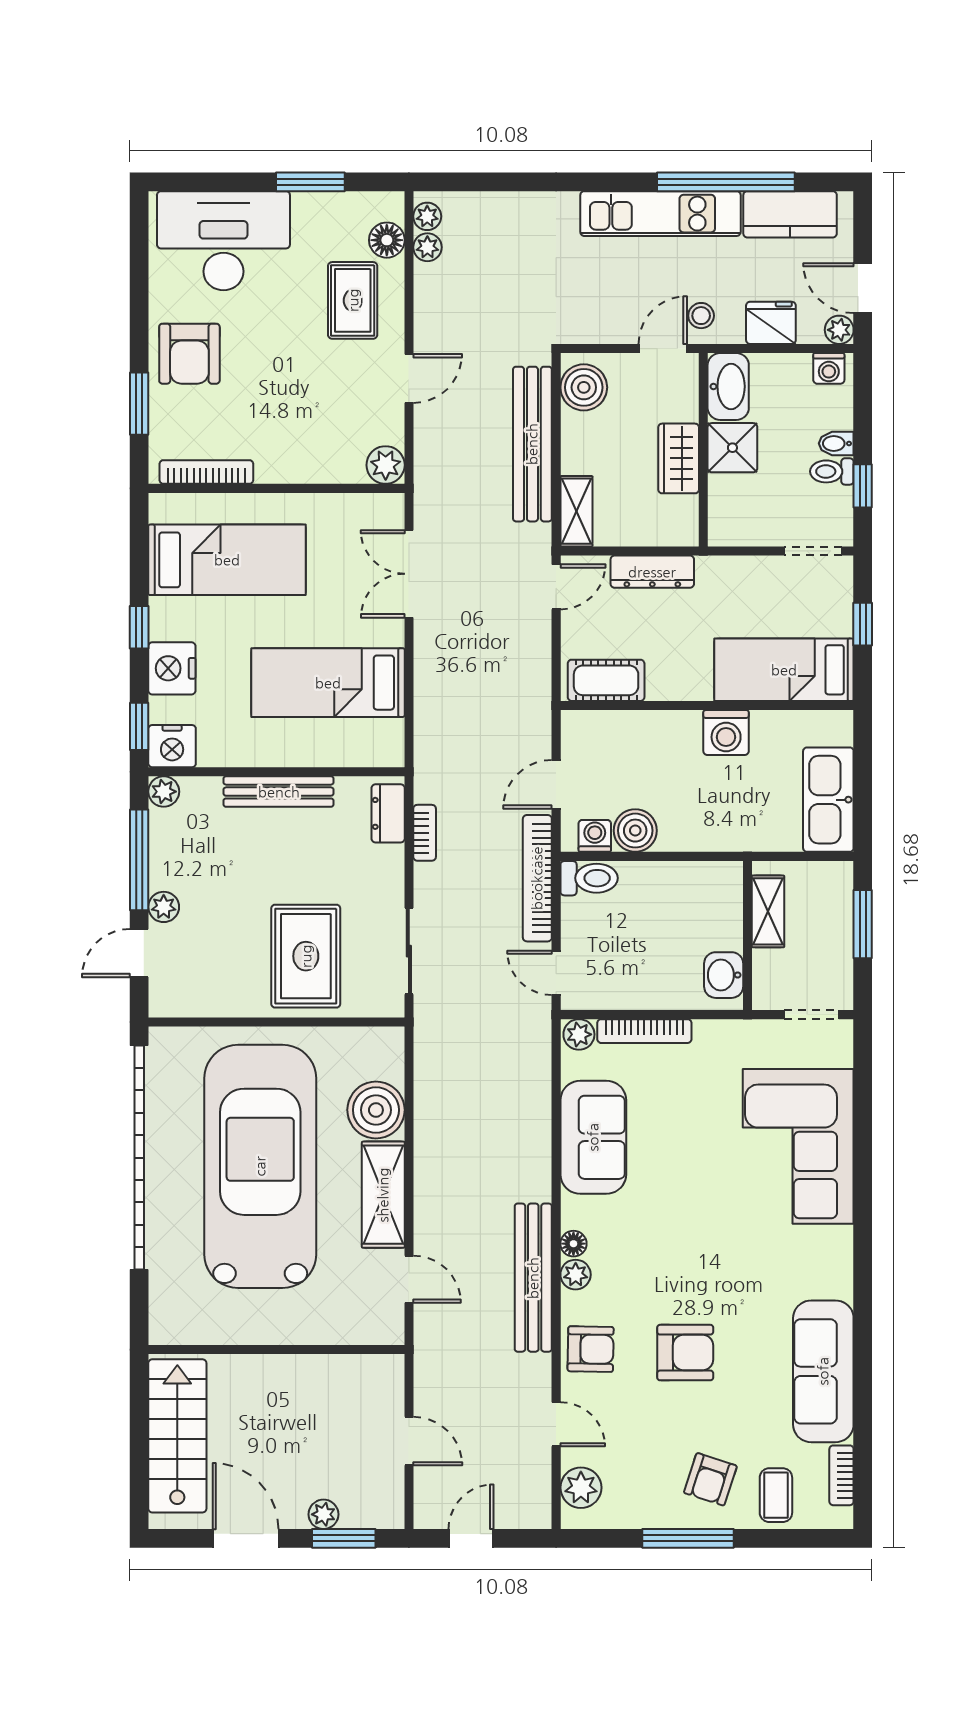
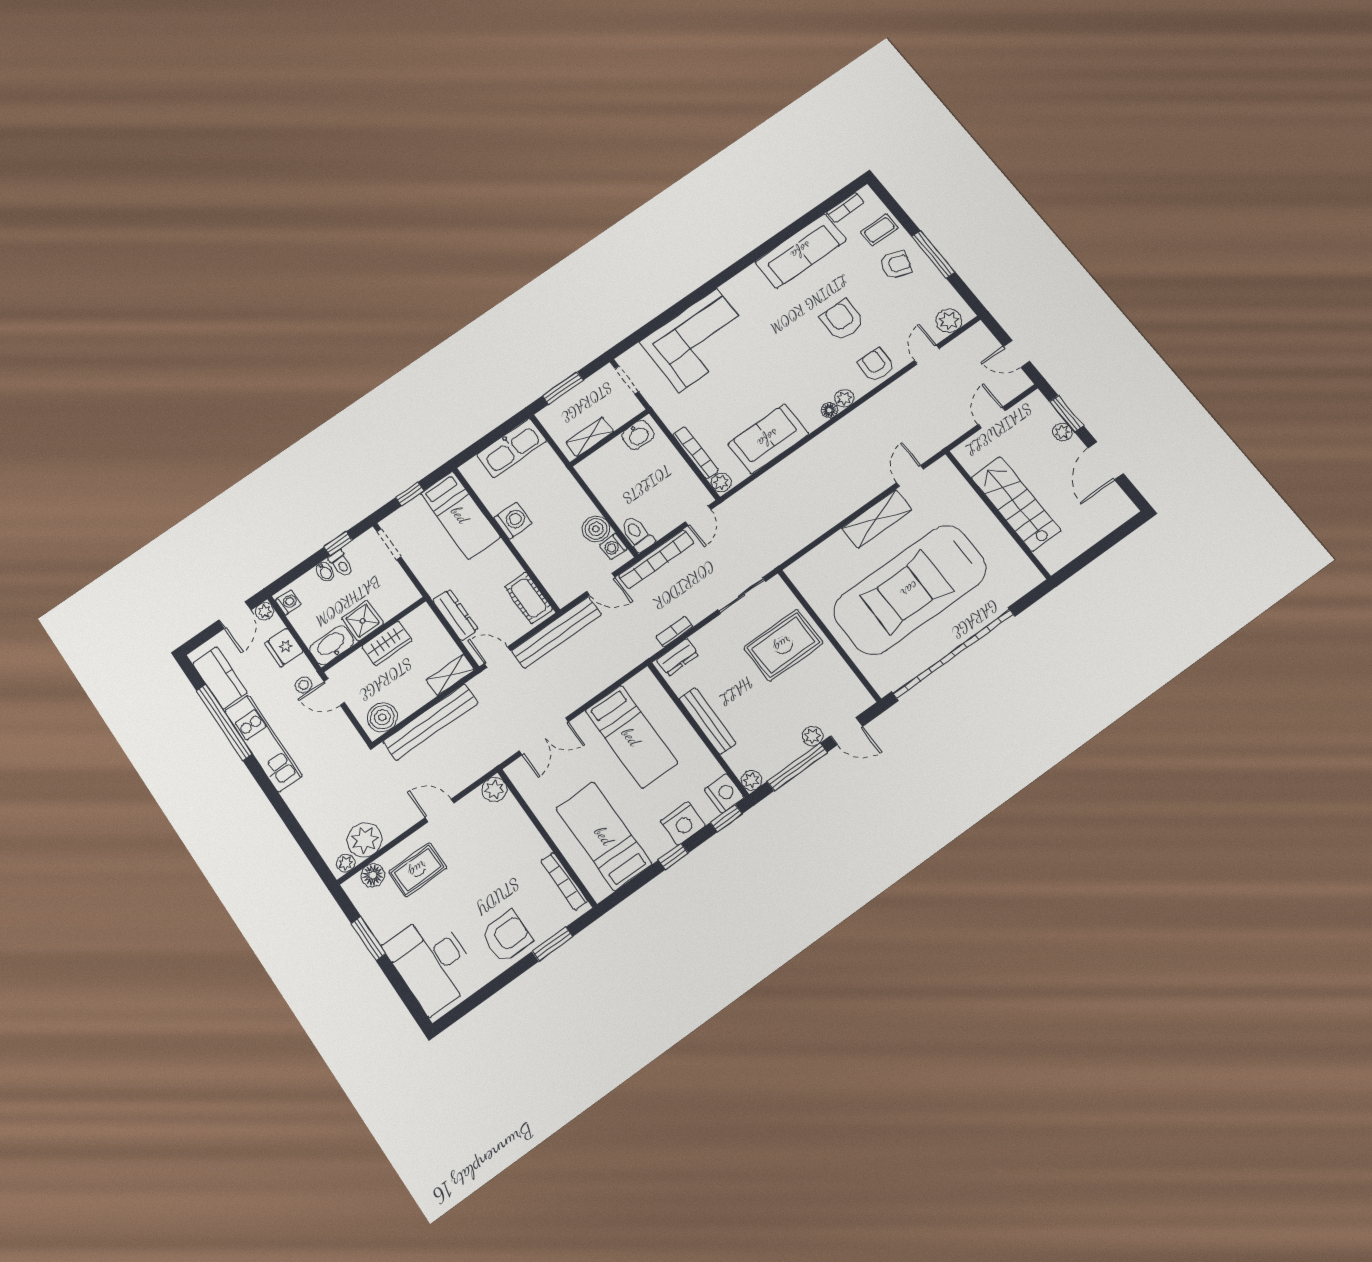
plant: (427, 247) -> (365, 840), width x1.88, depth x1.88
boiler: (376, 1110) -> (836, 553), removed
bench: (533, 1278) -> (557, 633), moved
stairs: (177, 1436) -> (1016, 504), moved, turned 90

